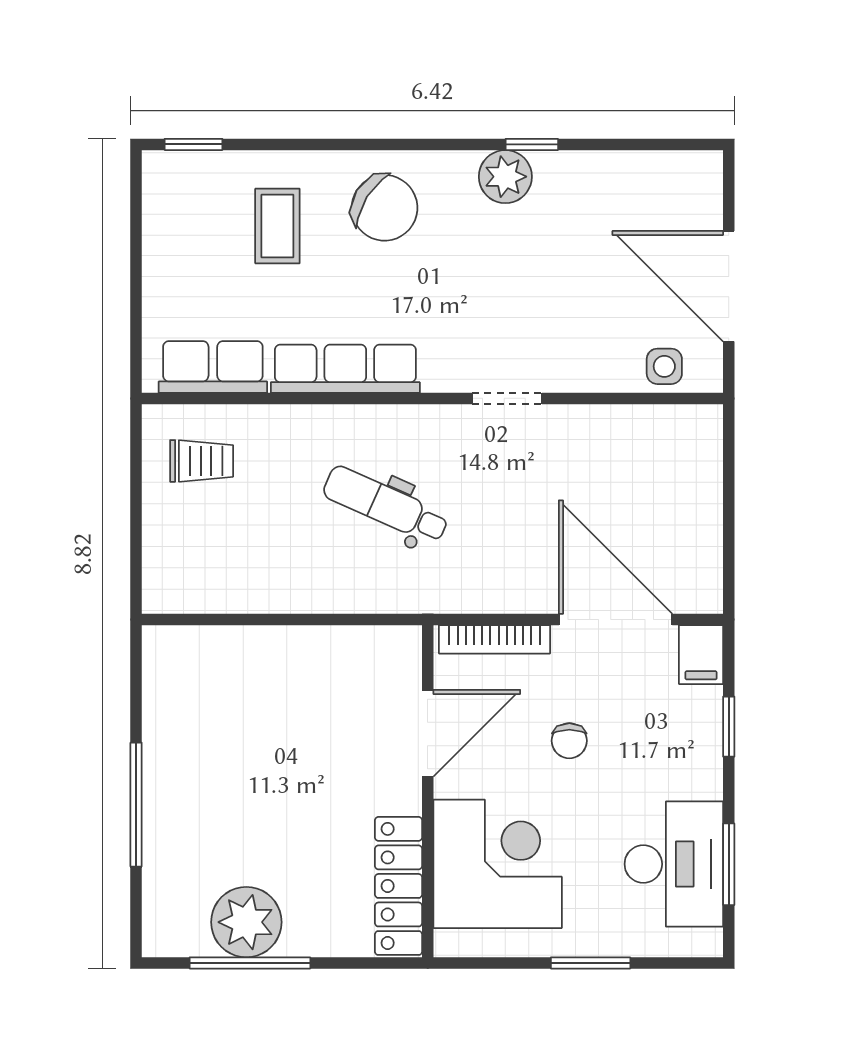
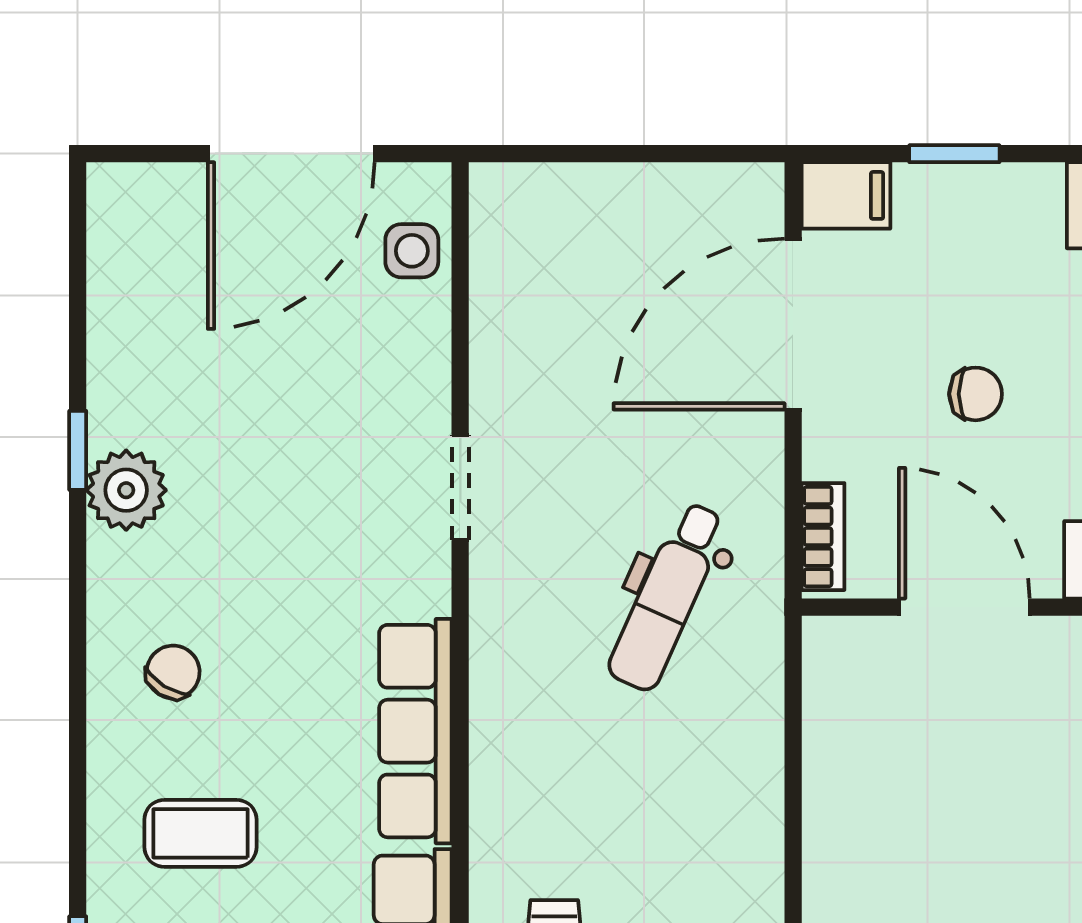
chair: (385, 208) -> (173, 672), width x0.54, depth x0.54
dental chair: (386, 505) -> (667, 597), moved
bookcase: (494, 639) -> (823, 537), width x0.64

